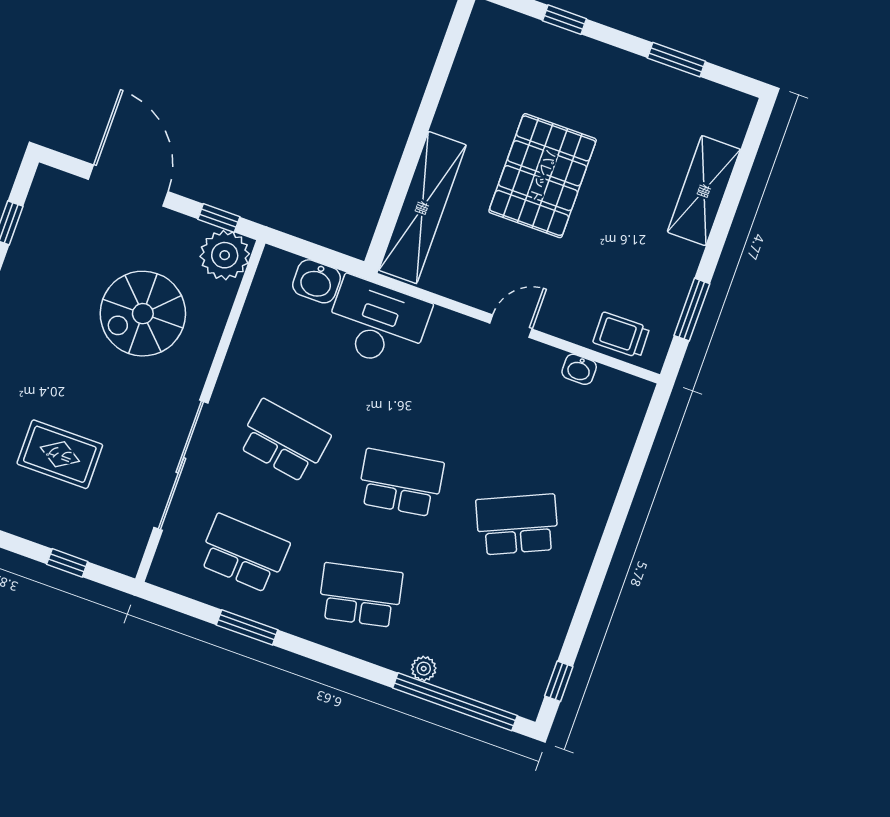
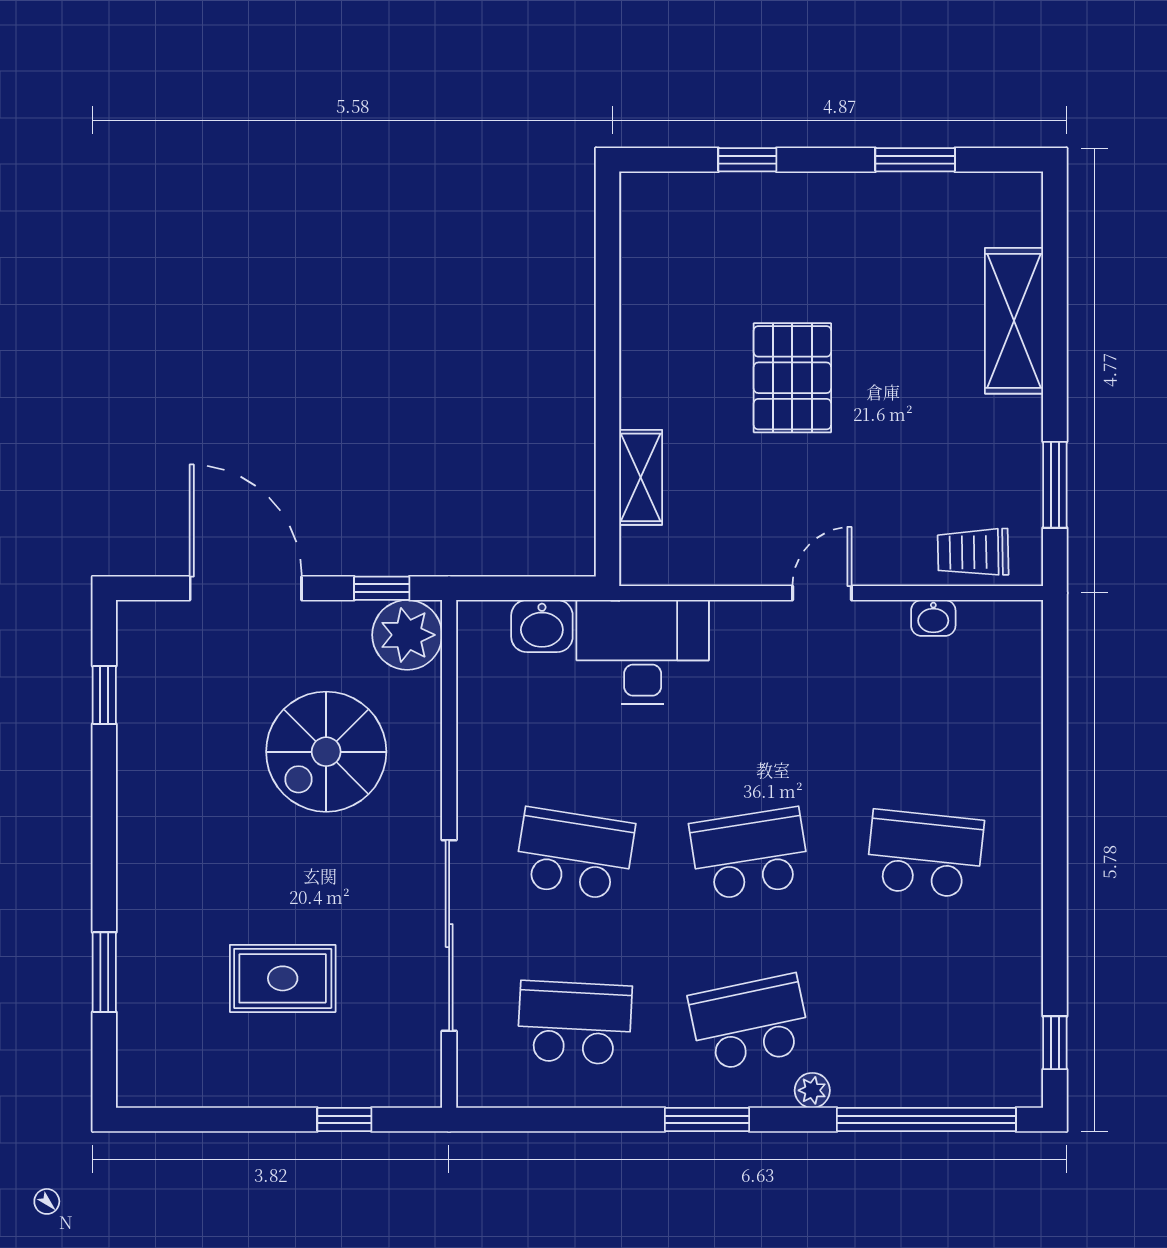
pallet: (543, 176) -> (792, 378), width x0.73, depth x0.71
shelving: (422, 208) -> (641, 477), width x0.45, depth x0.75
school desk: (517, 524) -> (925, 854), turned 30
window: (247, 627) -> (707, 1120), moved
plant: (424, 669) -> (812, 1090), moved

